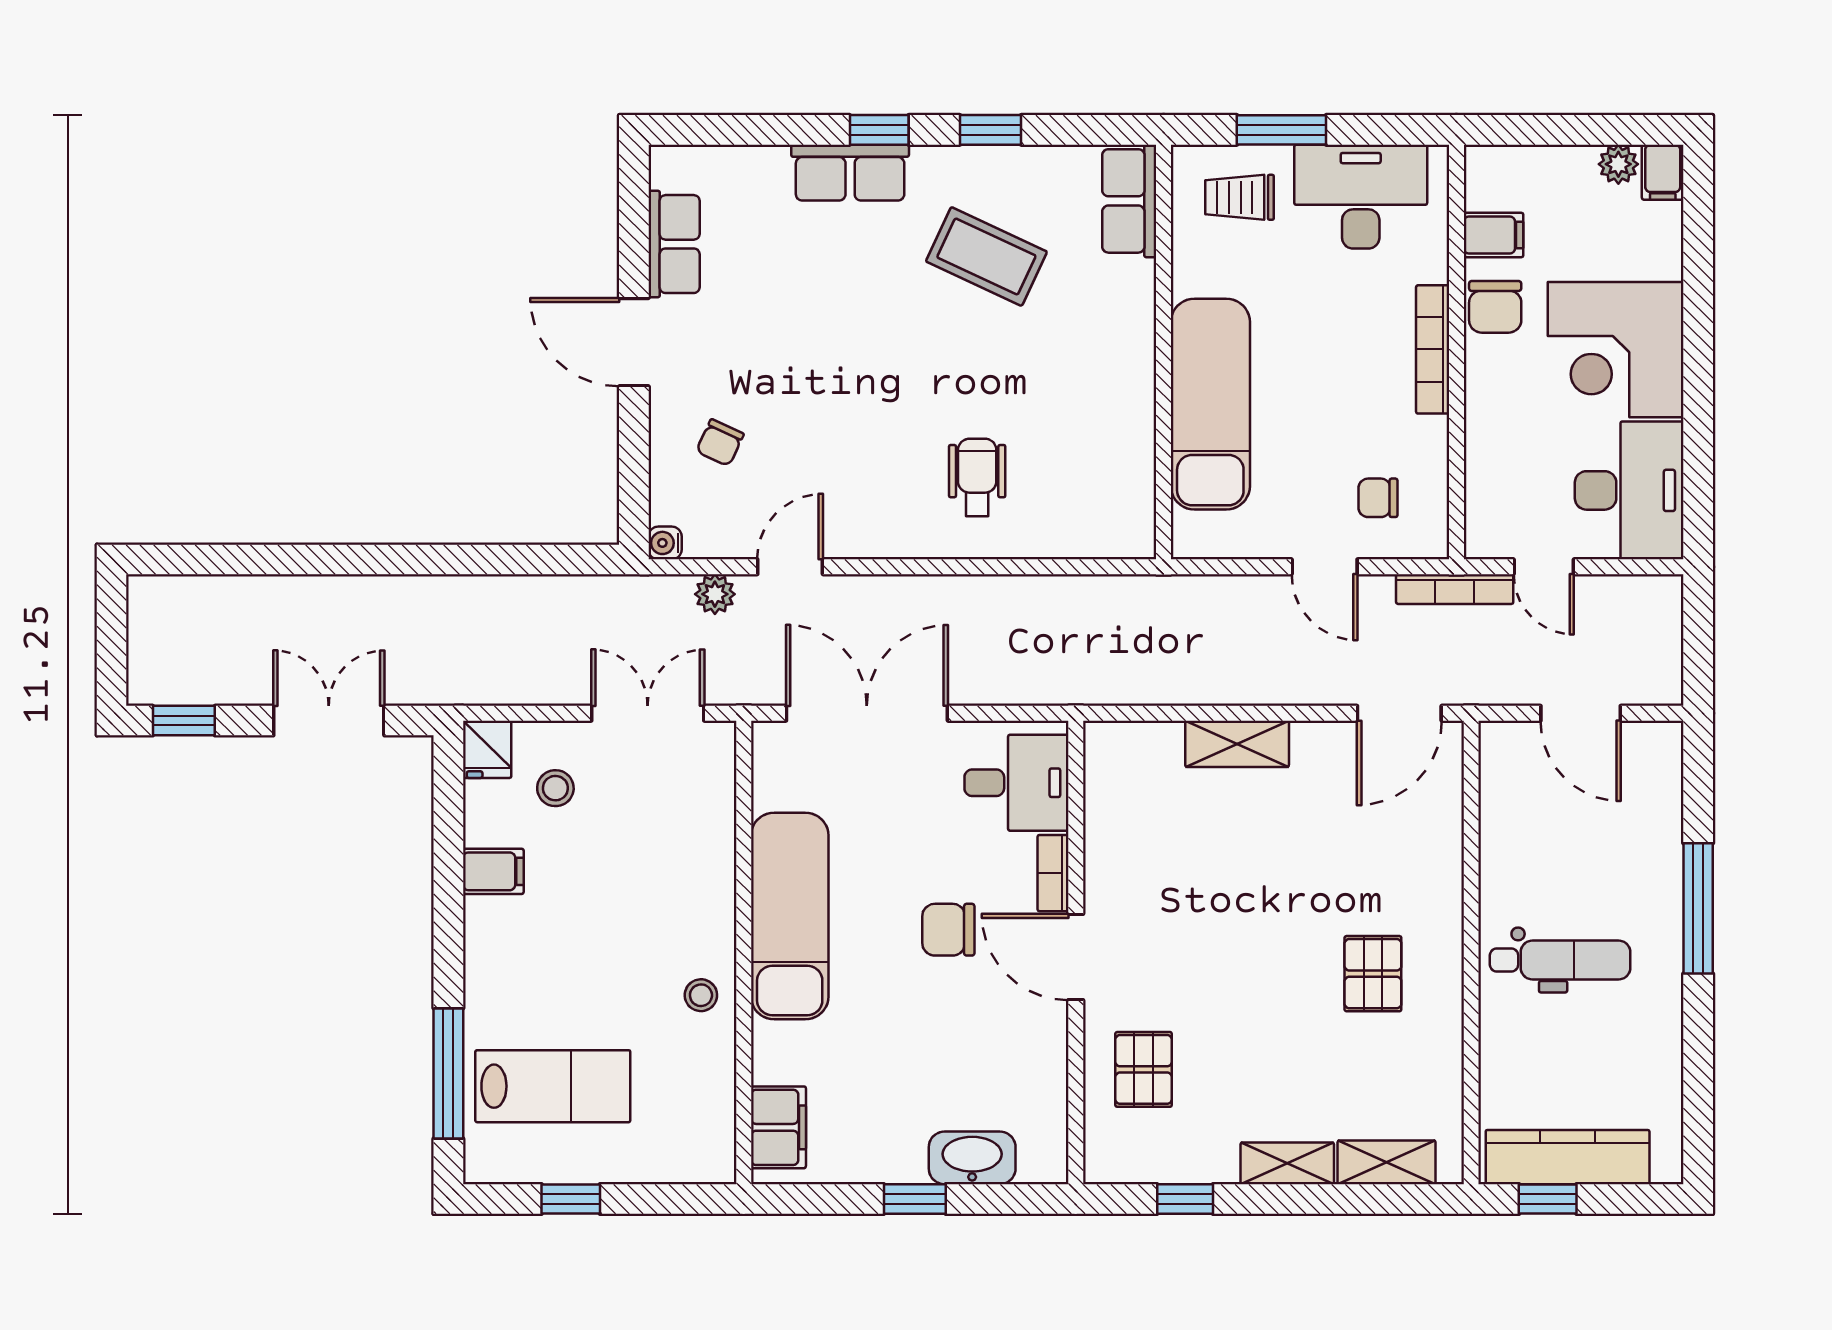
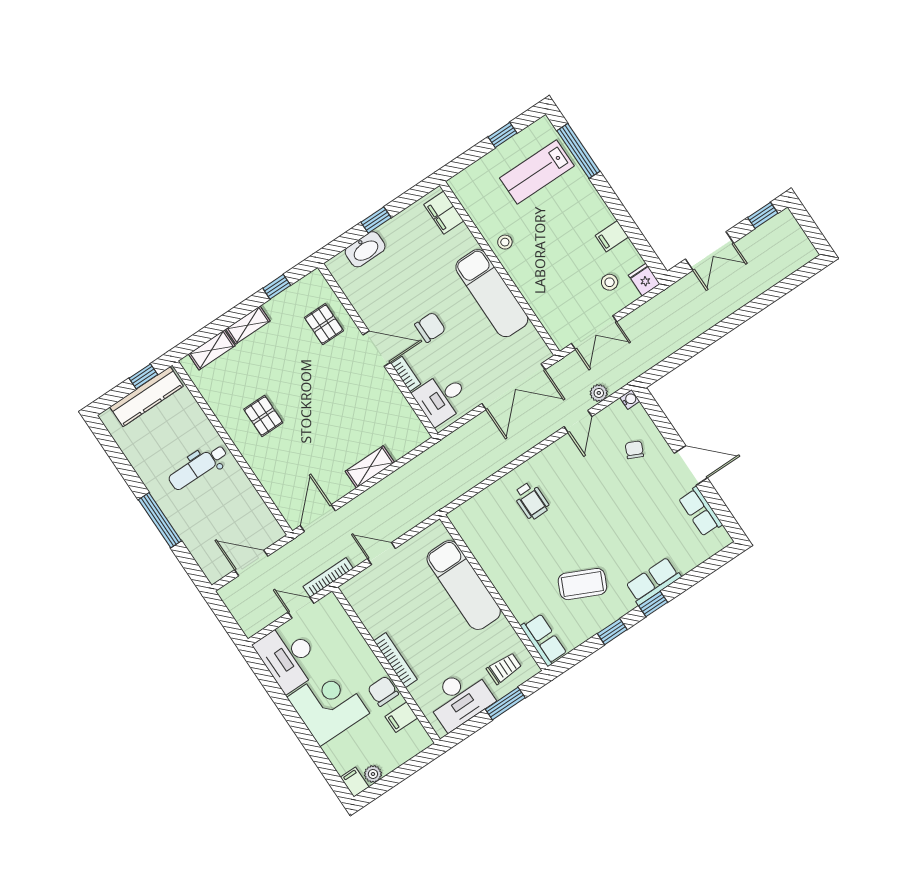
chair: (1378, 498) -> (379, 592), removed

